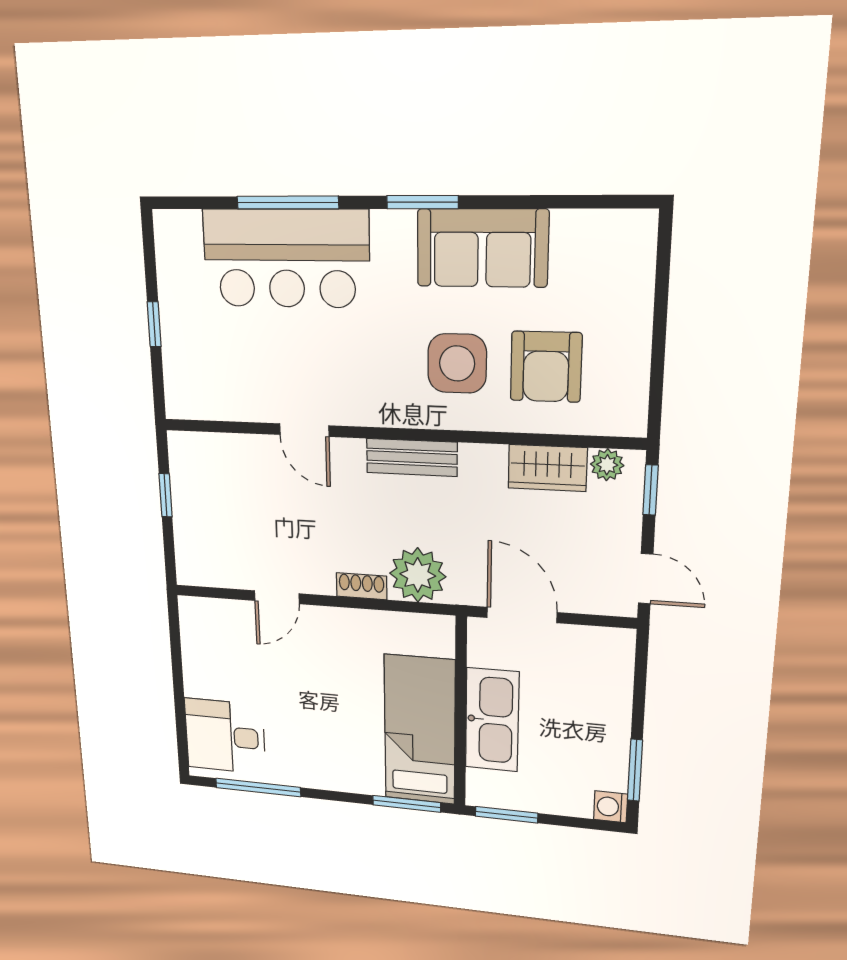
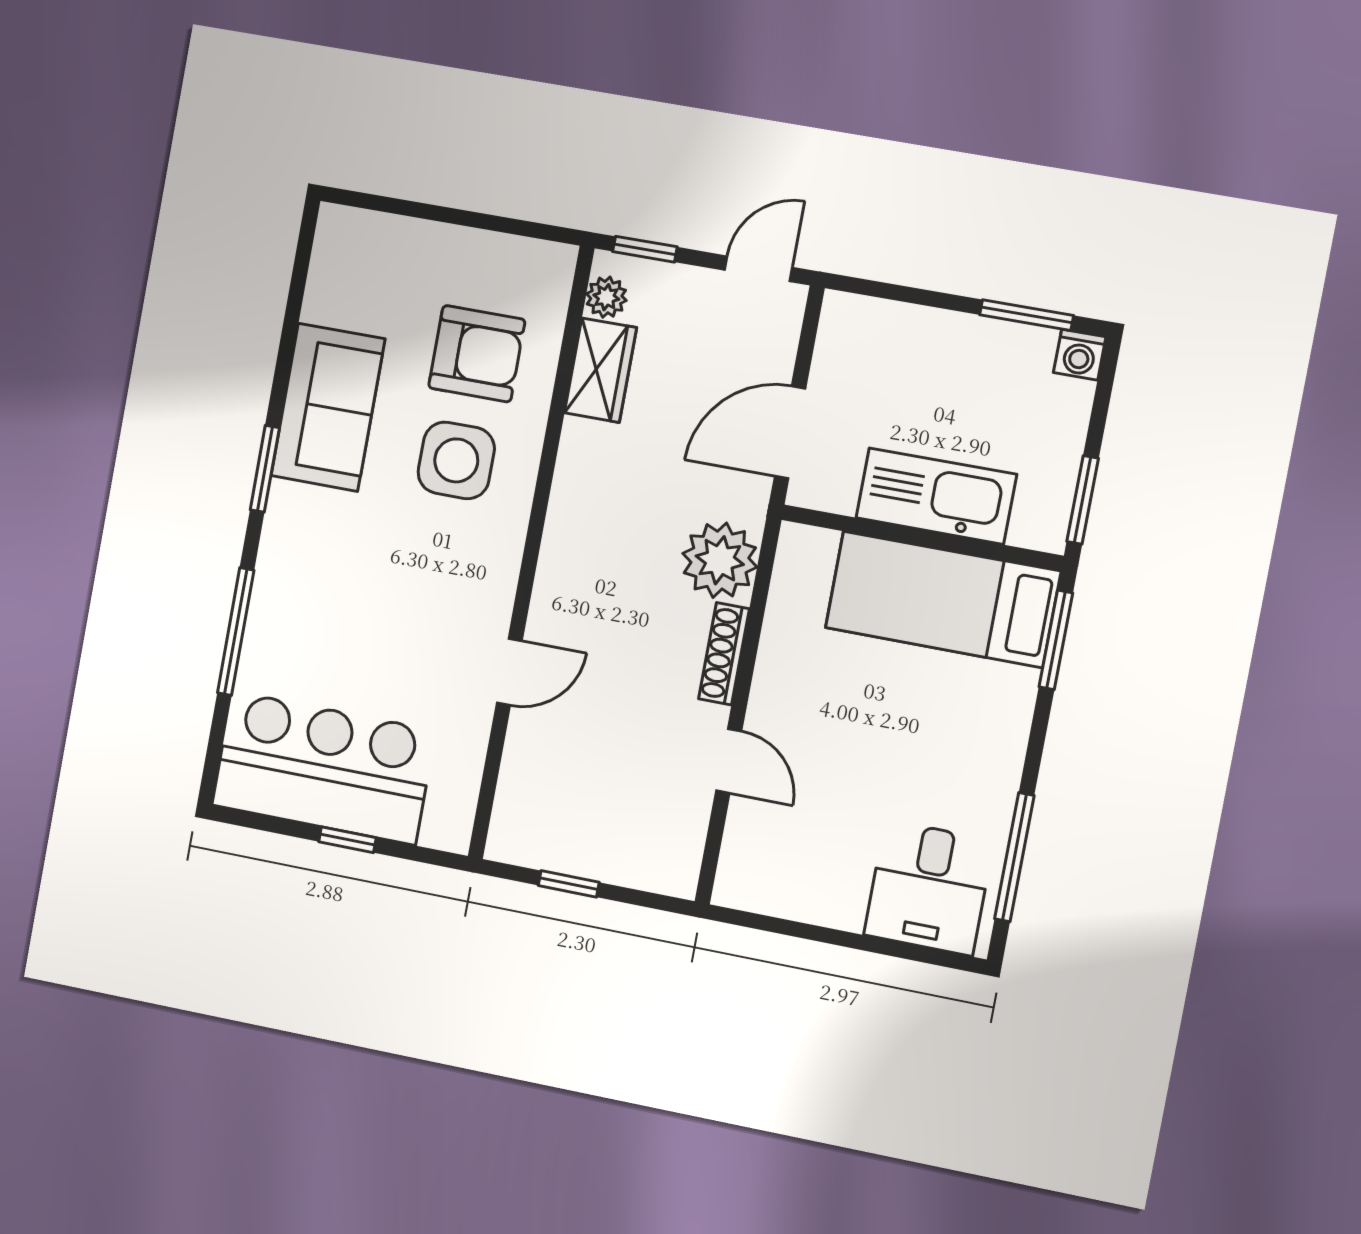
bar counter: (286, 258) -> (324, 768), moved, turned -90
bench: (412, 458) -> (564, 539), removed
shoe rack: (362, 586) -> (724, 654), width x1.43

